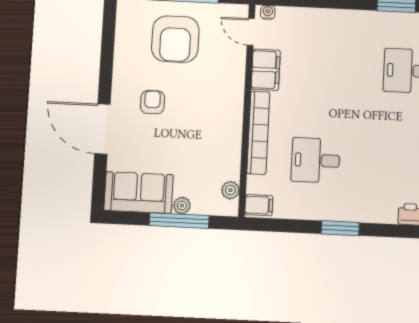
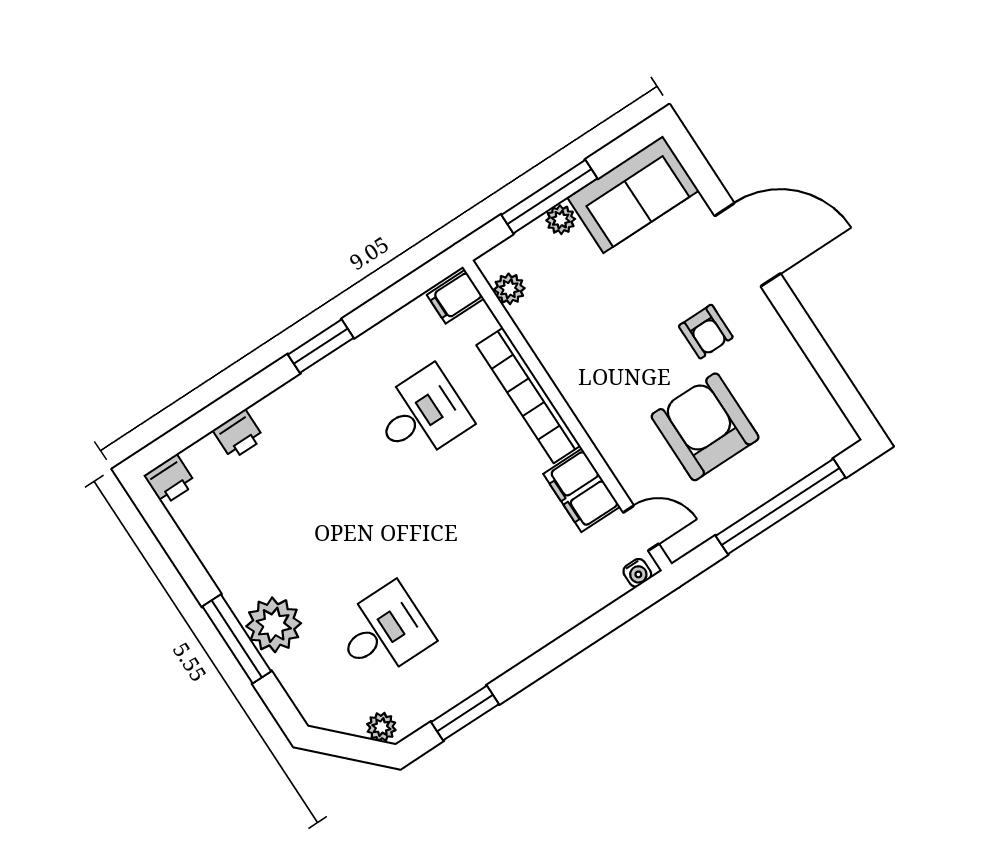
armchair: (175, 39) -> (705, 427), moved

